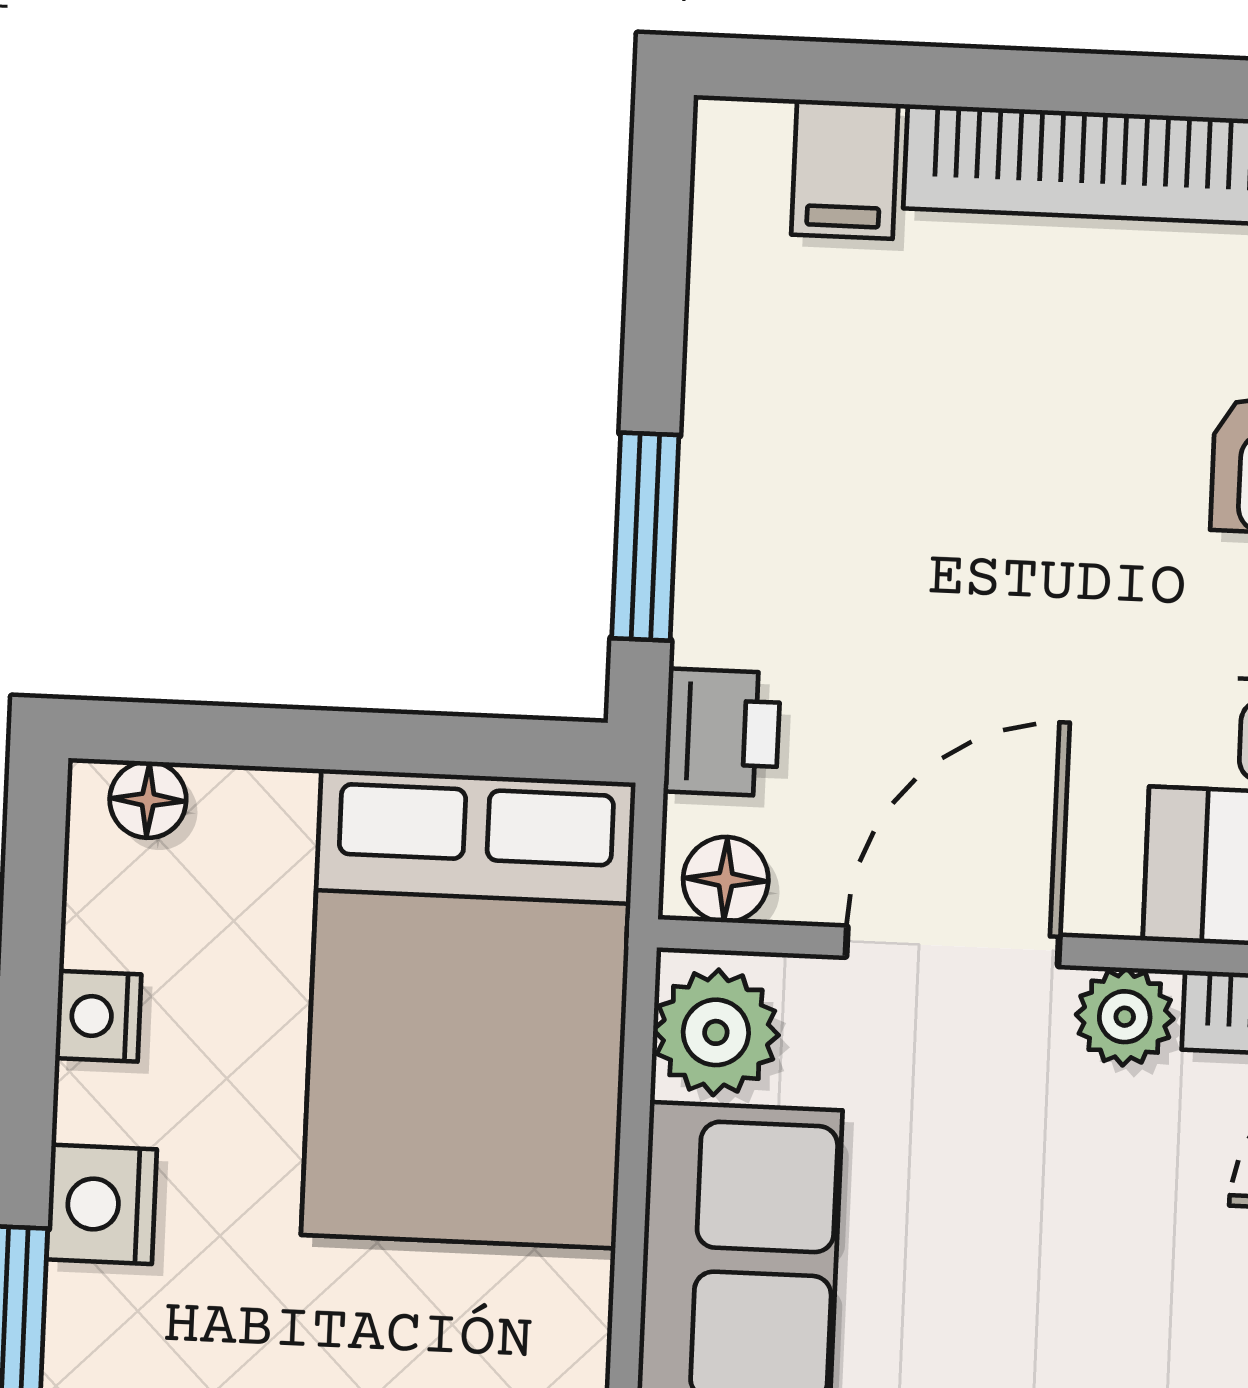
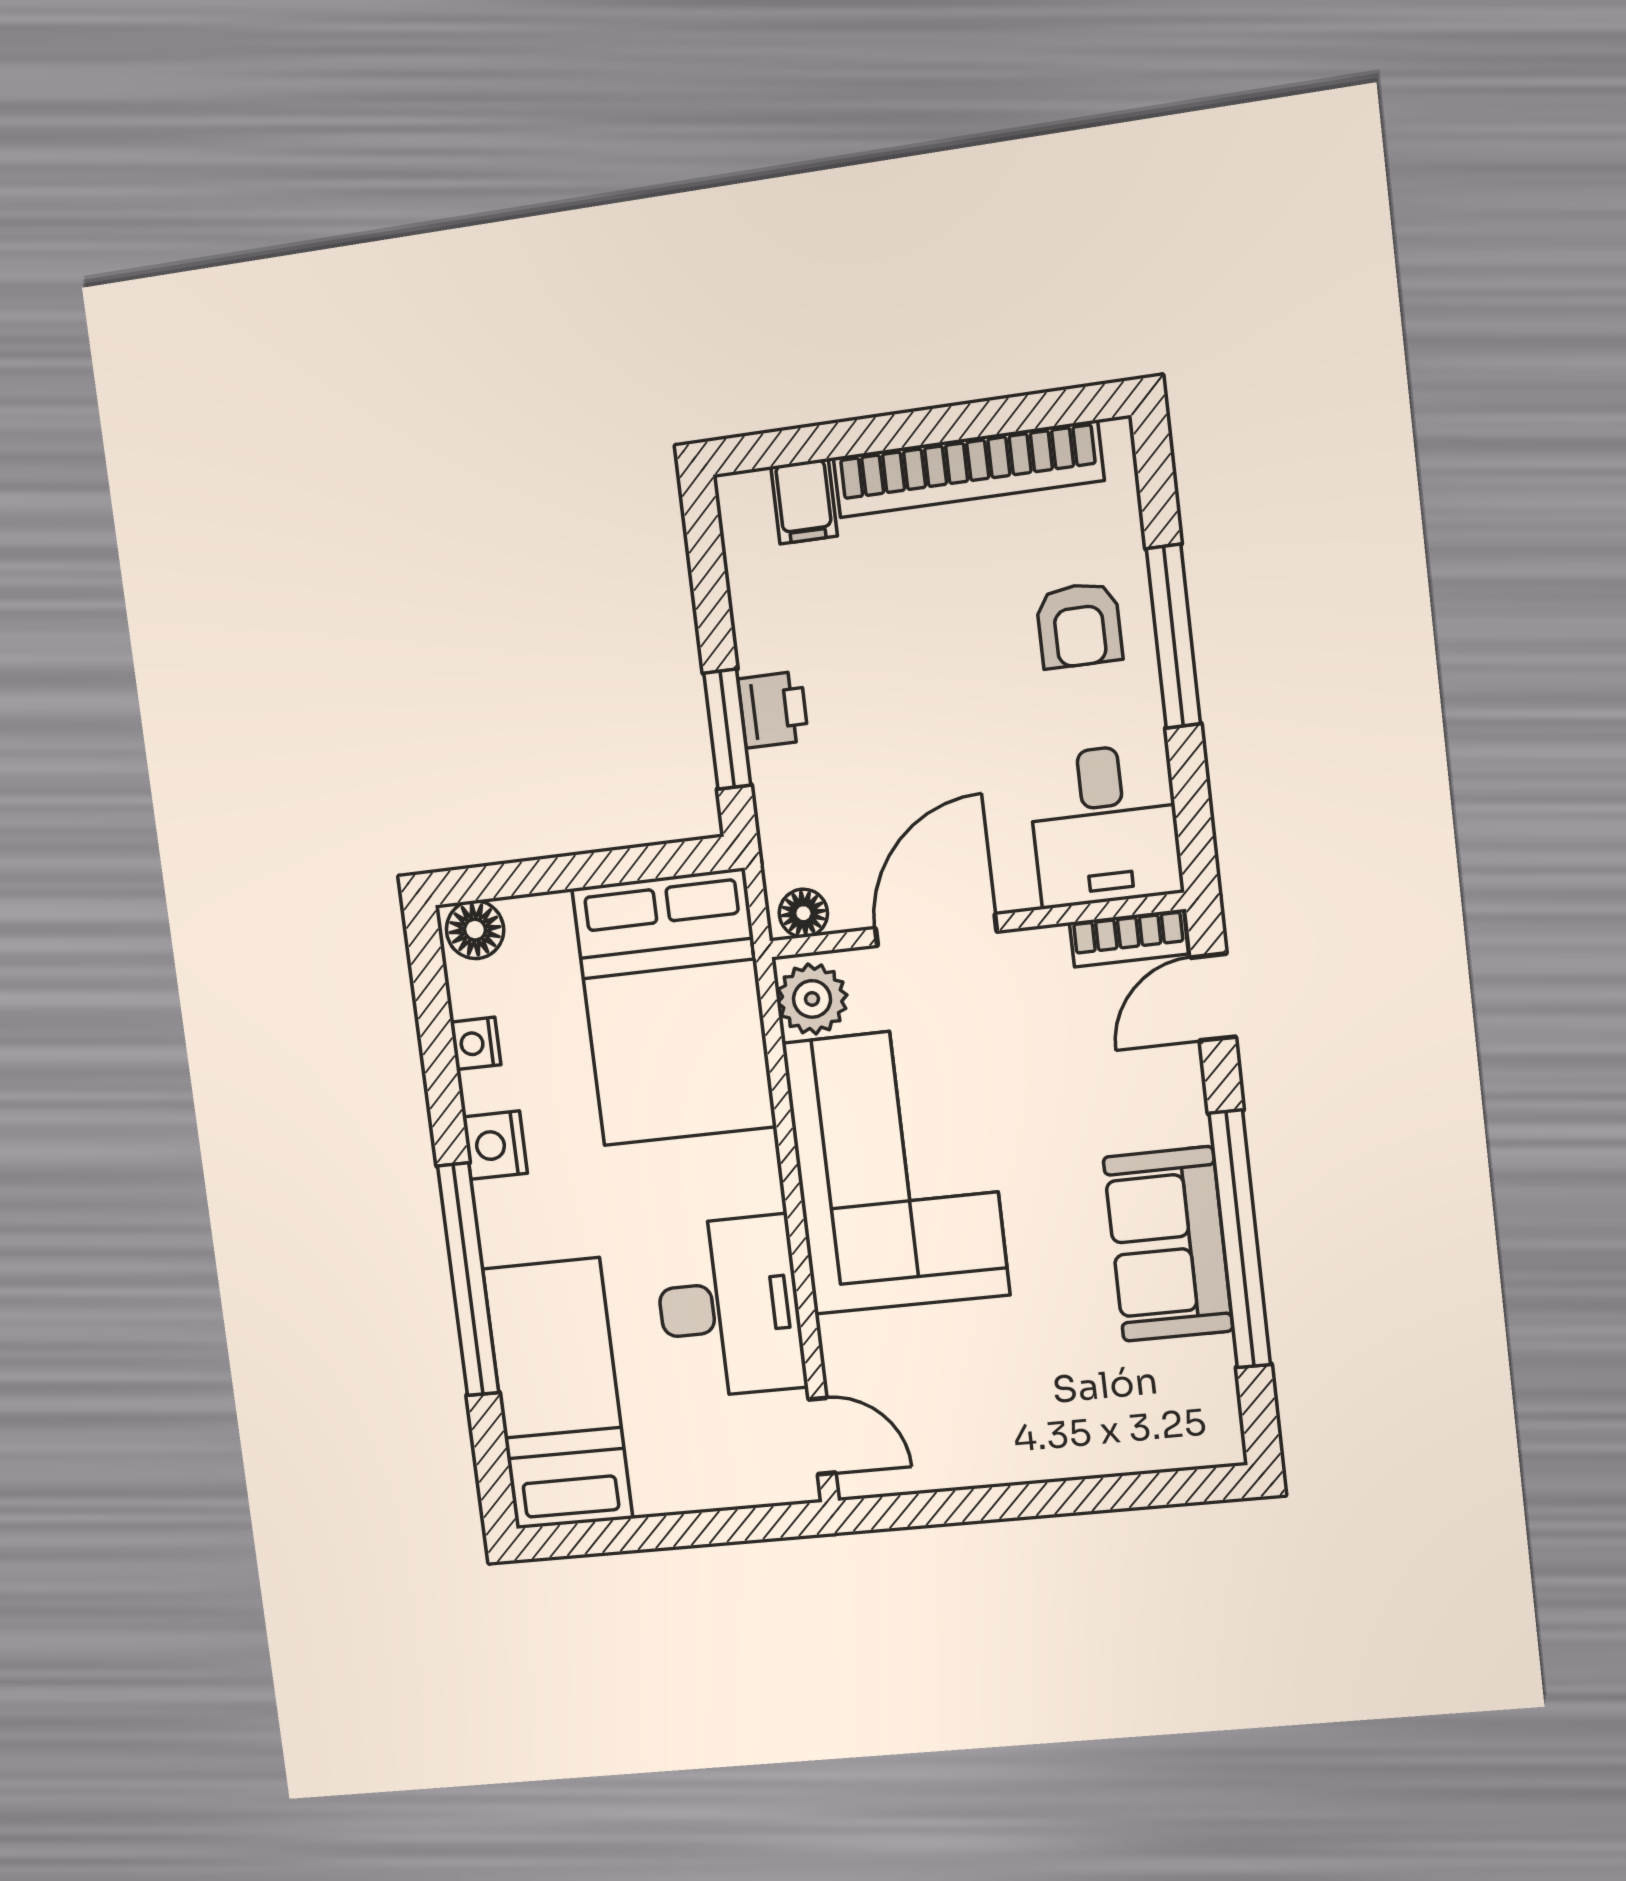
printer: (722, 732) -> (773, 710), moved
floor lamp: (148, 800) -> (475, 930), width x1.37, depth x1.37
plant: (1125, 1017) -> (1039, 954), removed

